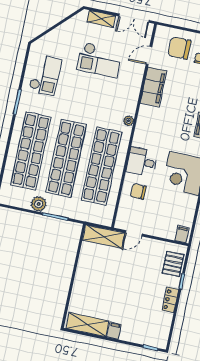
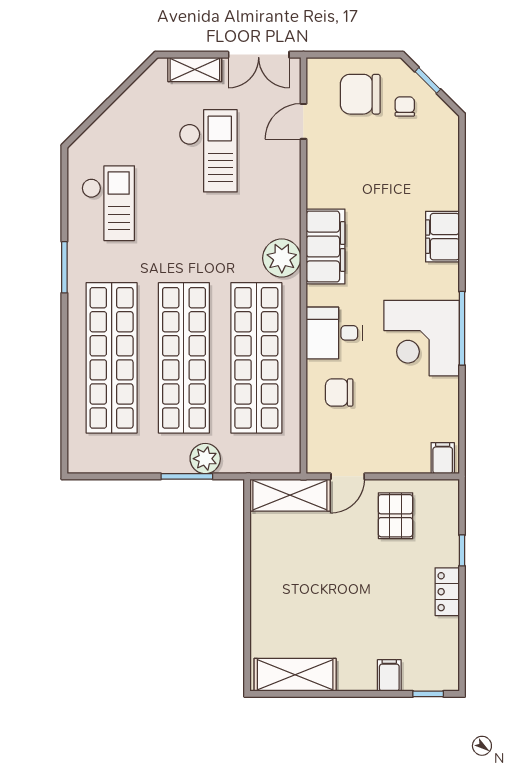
checkout: (99, 60) -> (208, 151), turned -90
filing cabinet: (154, 87) -> (326, 247), moved
plant: (129, 121) -> (282, 258), width x1.88, depth x1.88
plant: (39, 204) -> (205, 459), moved
pallet: (173, 264) -> (395, 516), moved
filing cabinet: (114, 331) -> (389, 675), moved

